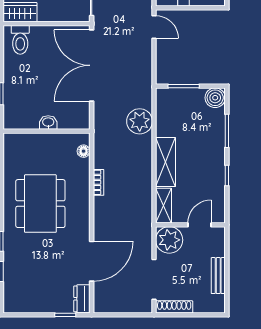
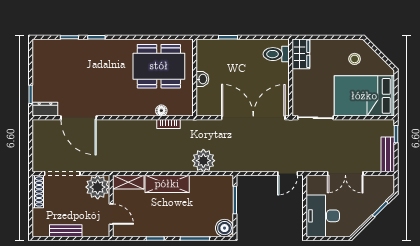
floor lamp: (84, 151) -> (161, 111), moved
bookcase: (99, 182) -> (169, 124), moved
dining table: (40, 204) -> (159, 66), moved

